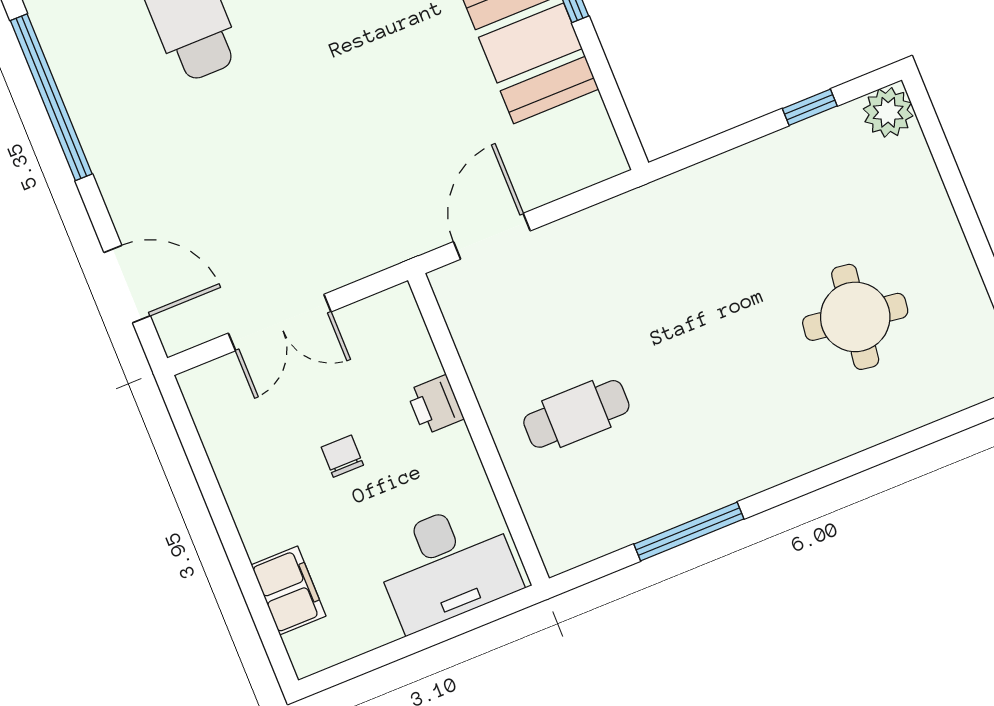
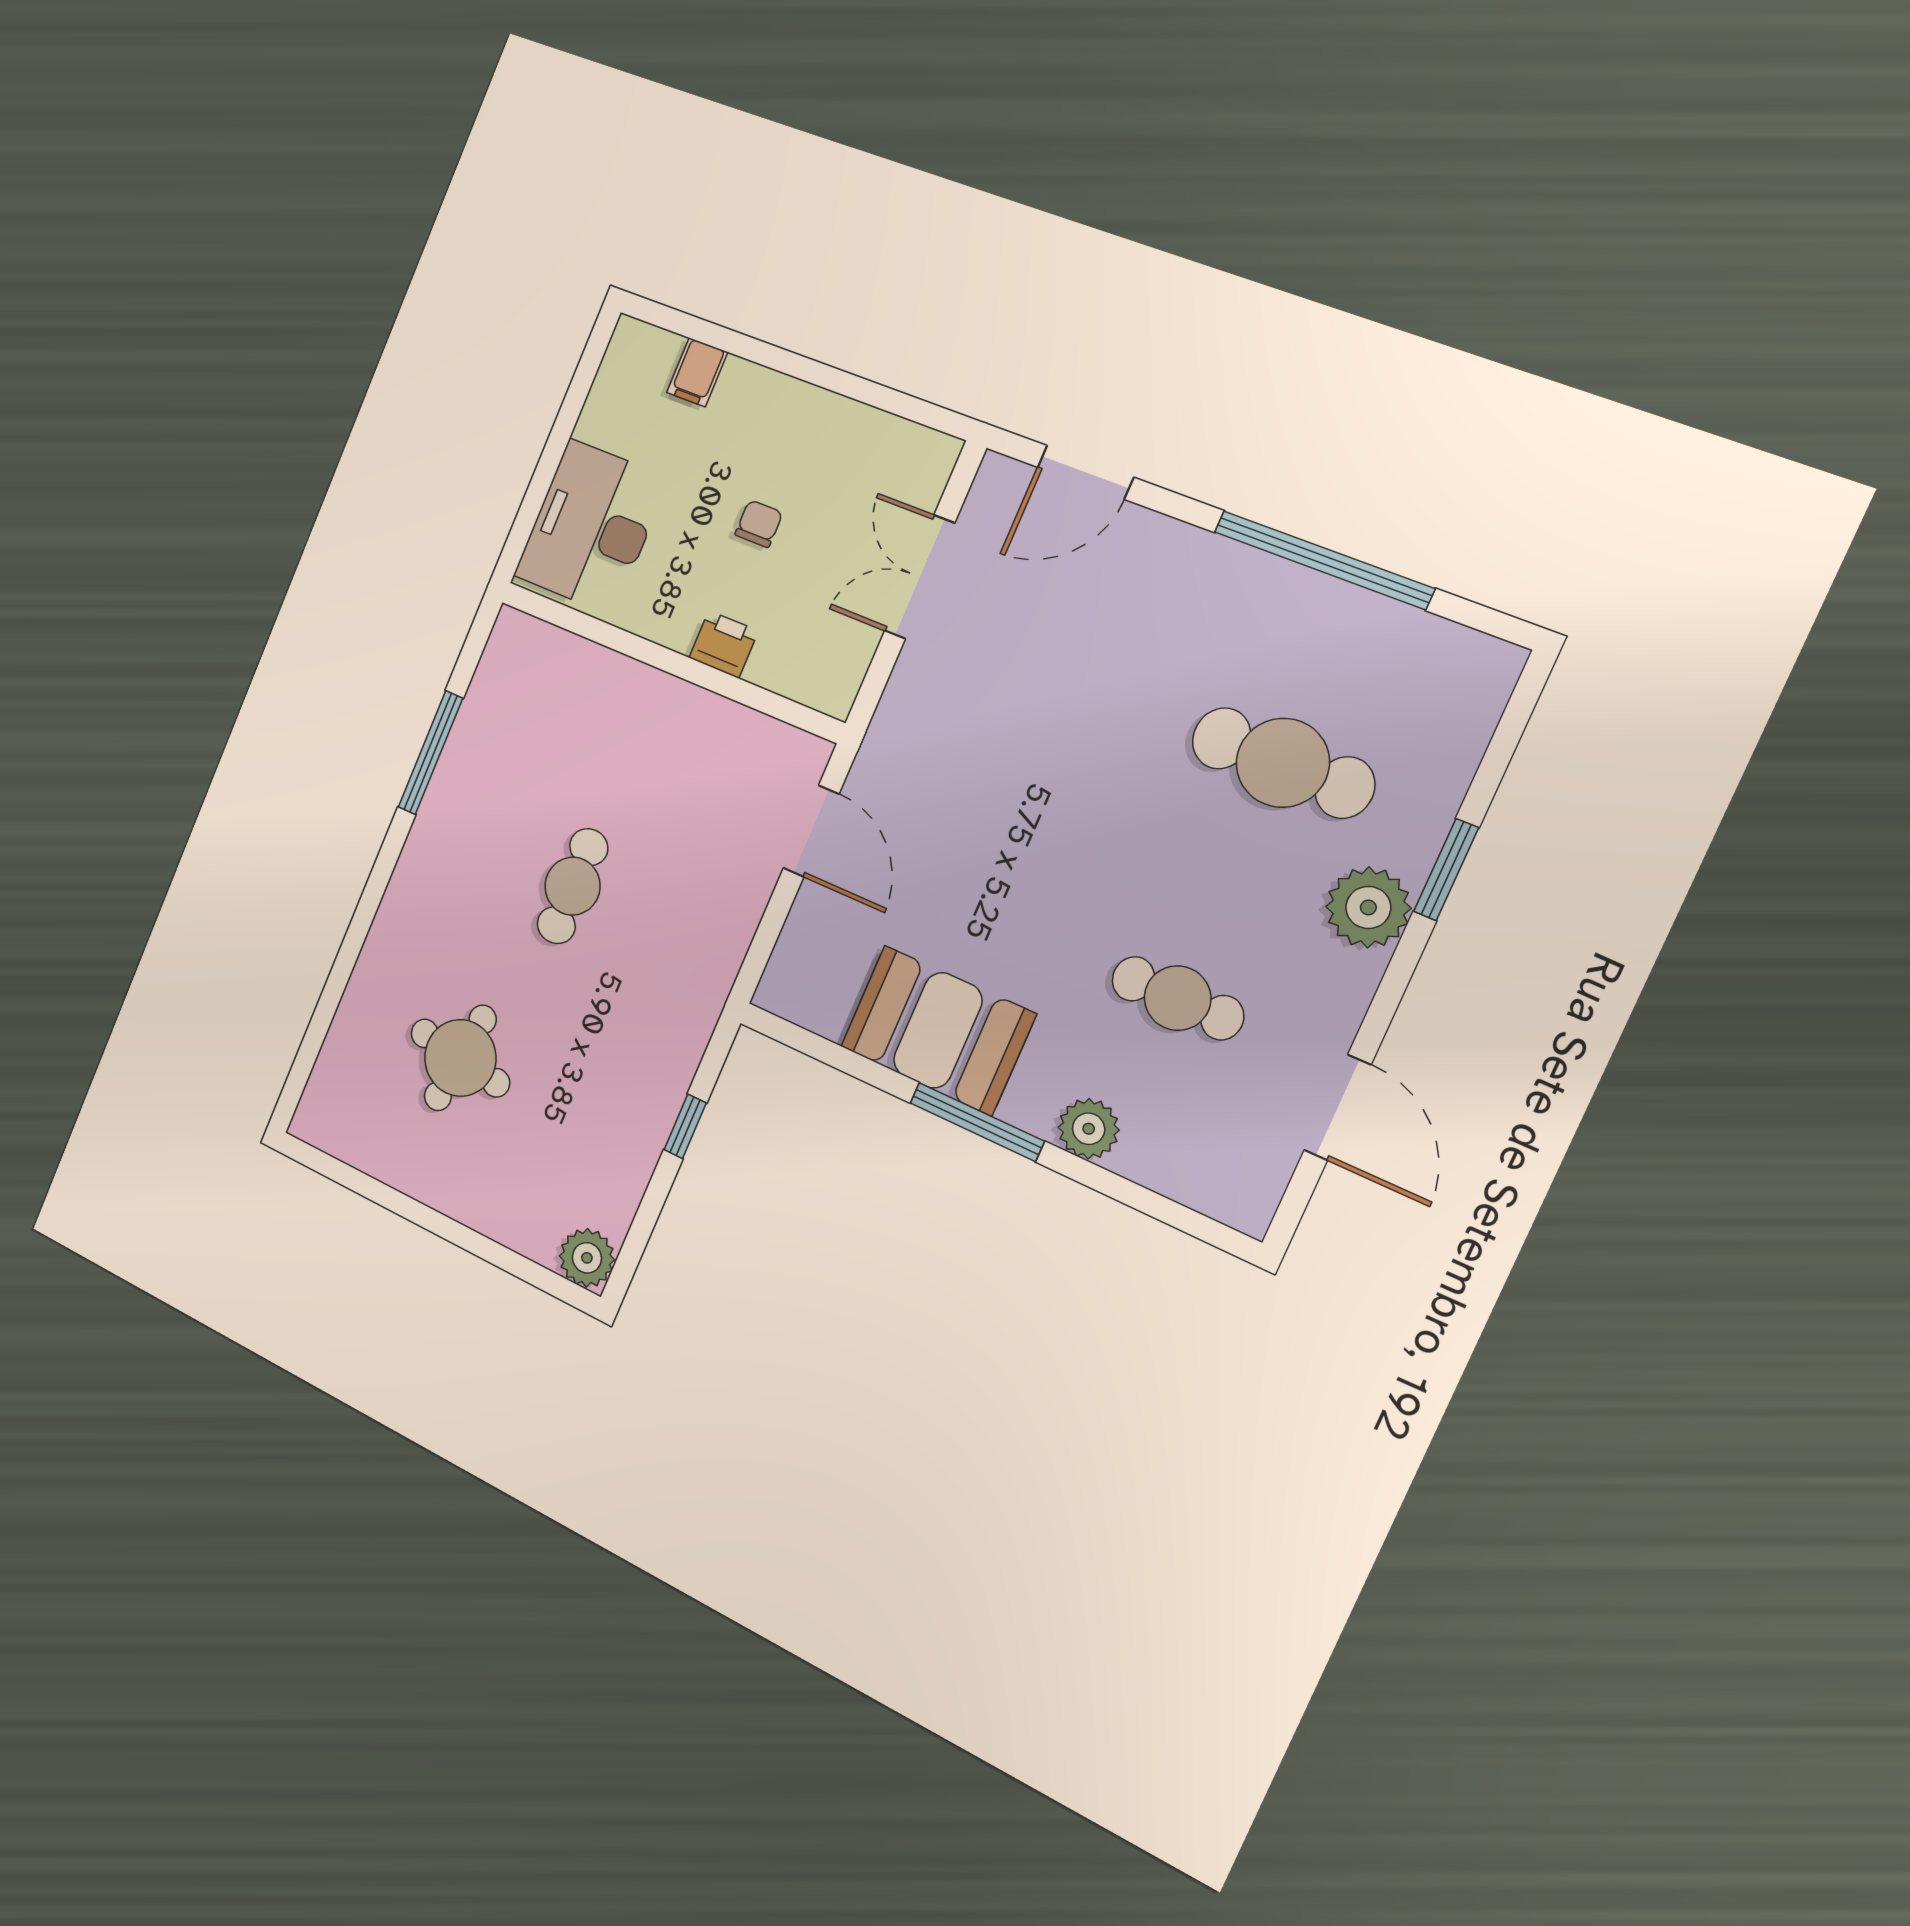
window: (810, 107) -> (685, 1126), moved
cafe table: (576, 414) -> (573, 886), moved
chair: (342, 456) -> (759, 524), turned -90
filing cabinet: (289, 590) -> (697, 372), width x0.50

